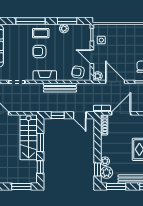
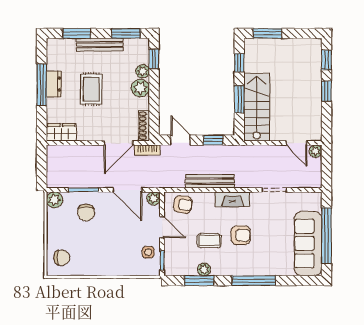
coffee table: (41, 33) -> (209, 240), moved
plant: (107, 172) -> (140, 88), moved

